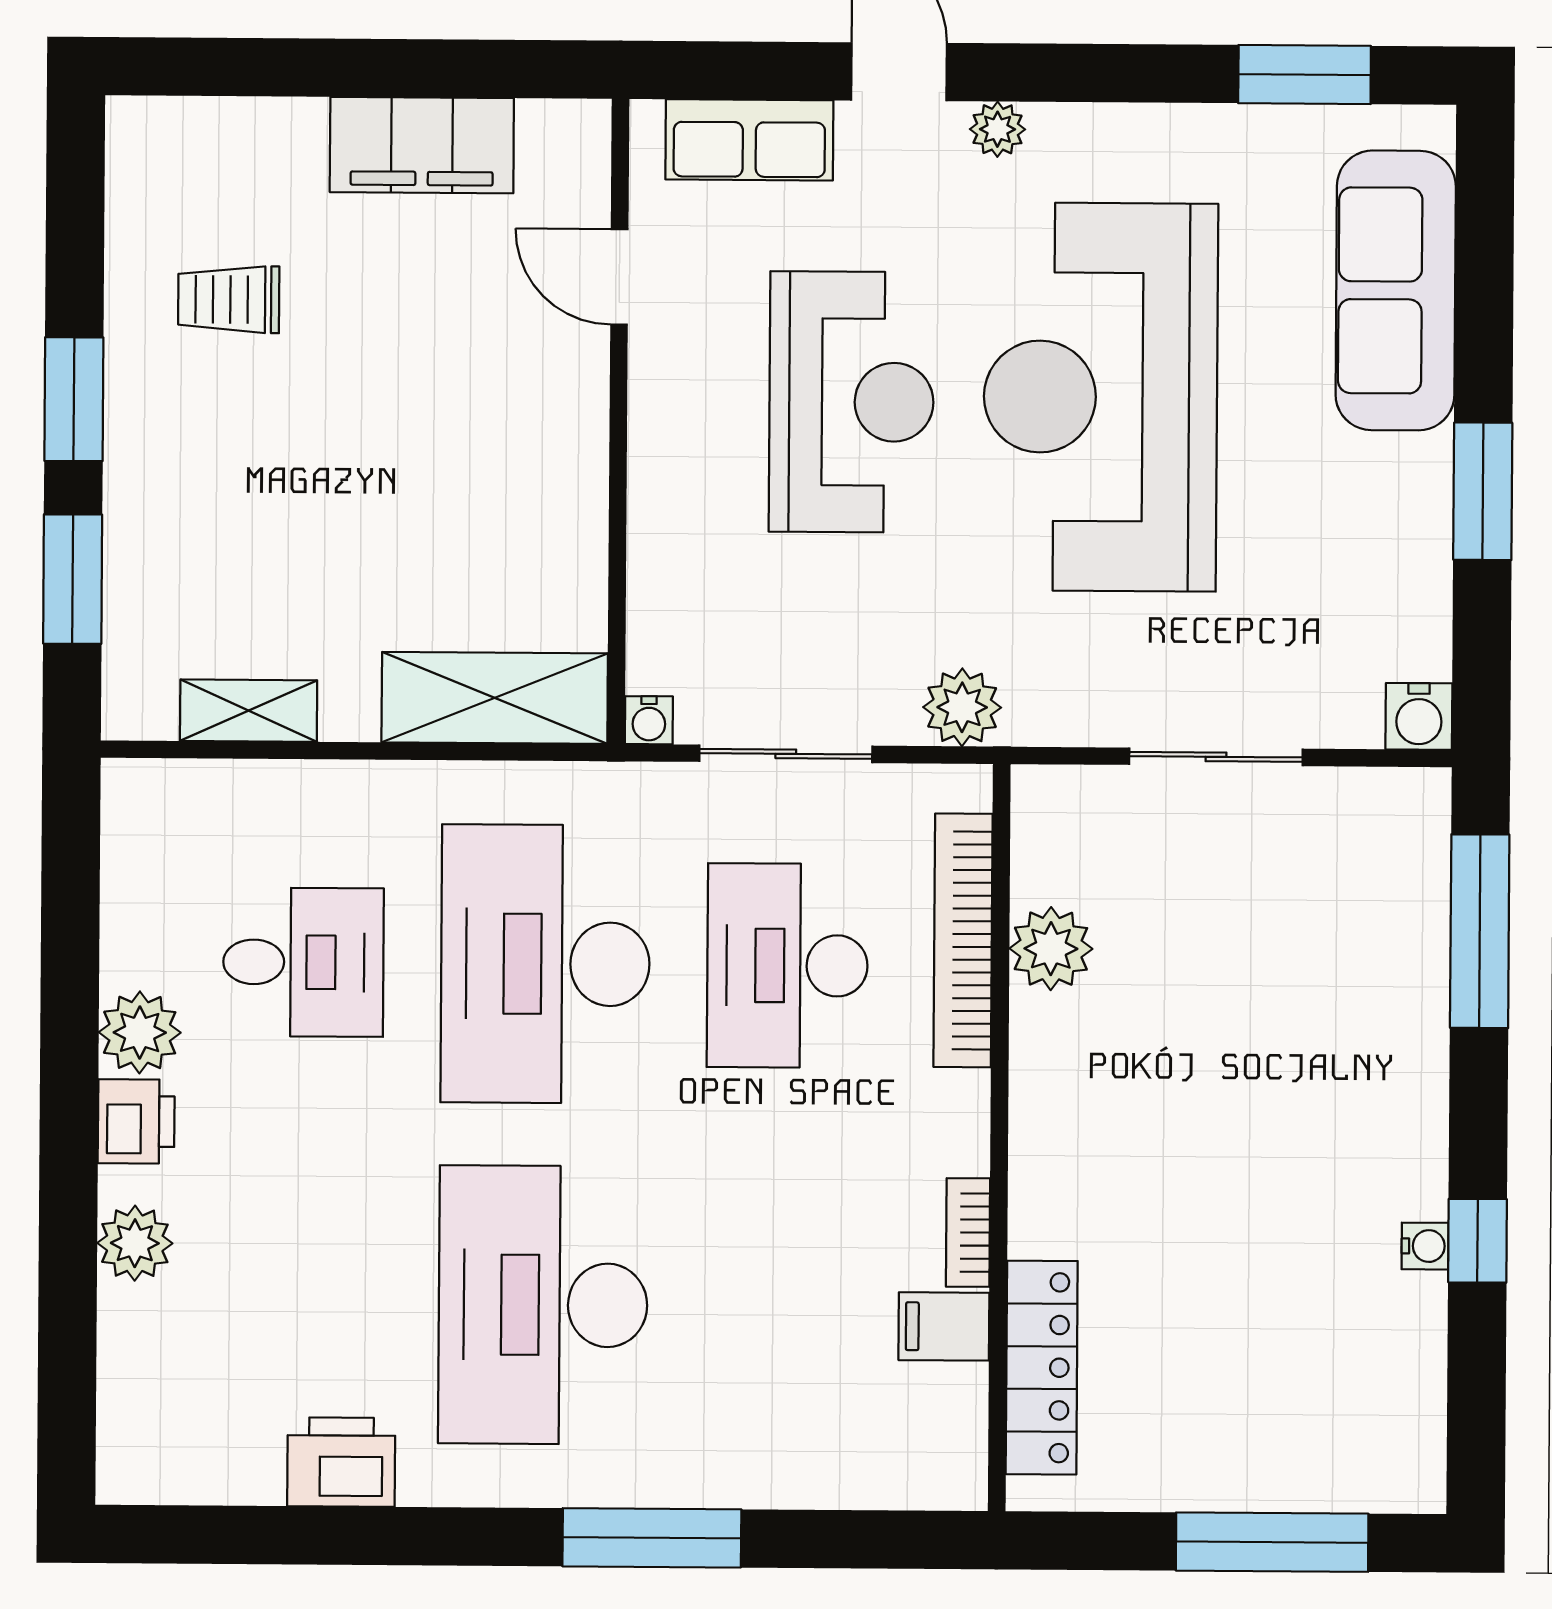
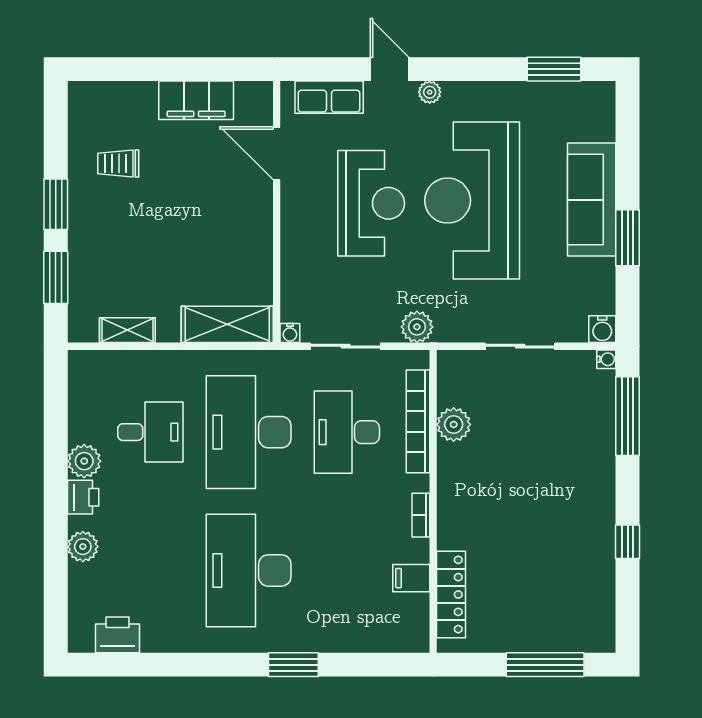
door: (619, 277) -> (277, 153), width x1.38
sofa: (1396, 290) -> (592, 200), moved
bookcase: (968, 1233) -> (421, 515), moved
water cooler: (1425, 1246) -> (606, 359), moved
printer: (341, 1462) -> (118, 635), moved
window: (652, 1538) -> (293, 665), width x0.69

